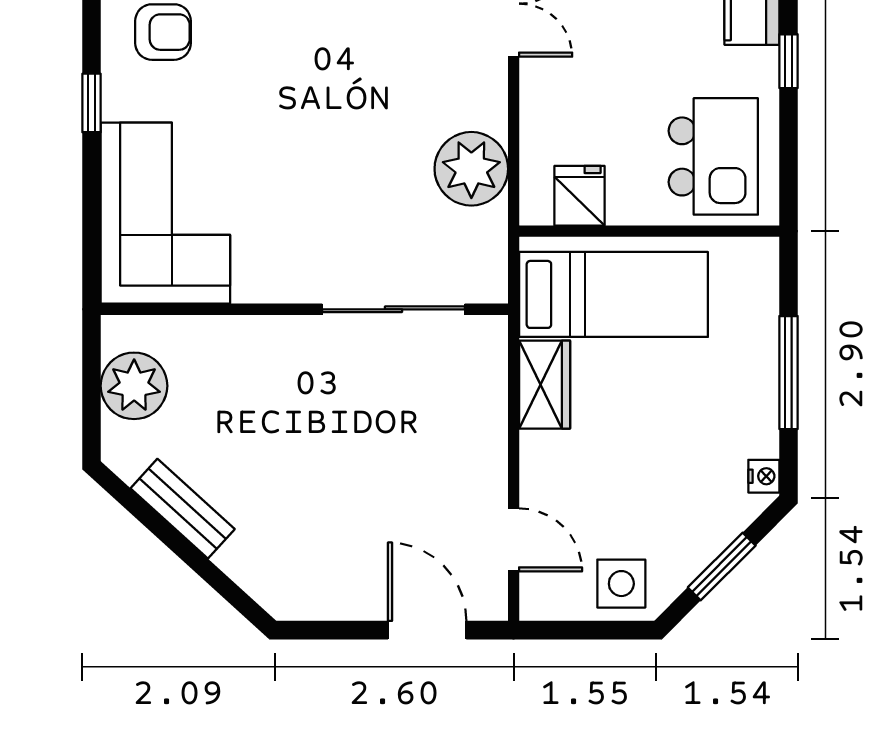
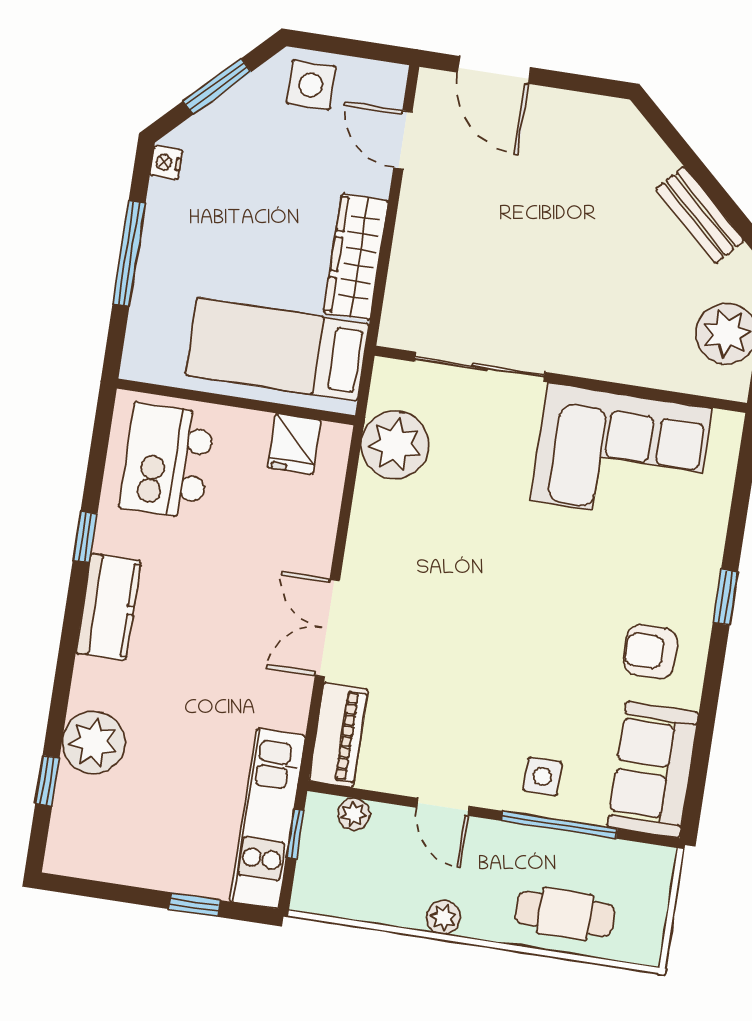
plant: (471, 169) -> (395, 445), moved
corner sofa: (165, 213) -> (621, 454), moved, turned -90
wardrobe: (545, 385) -> (356, 257), width x1.50

